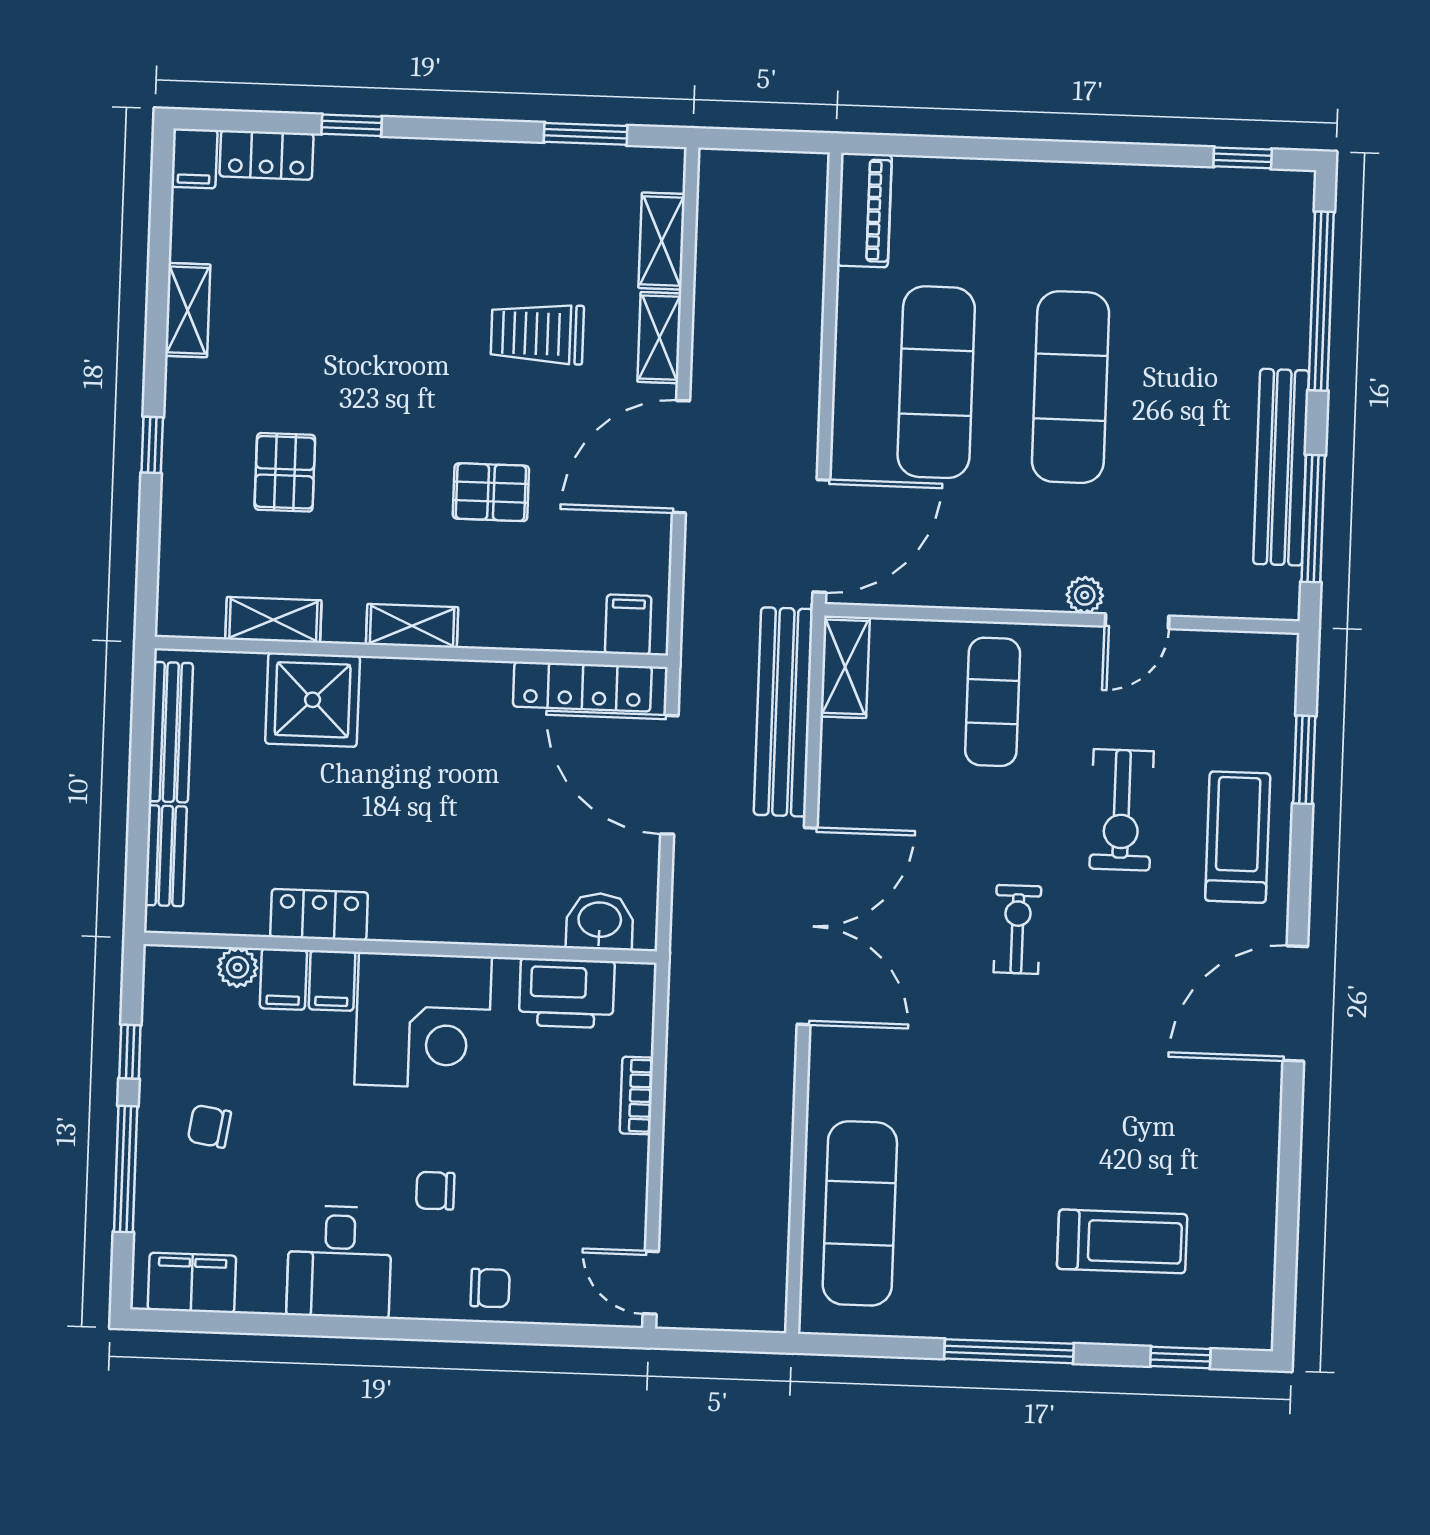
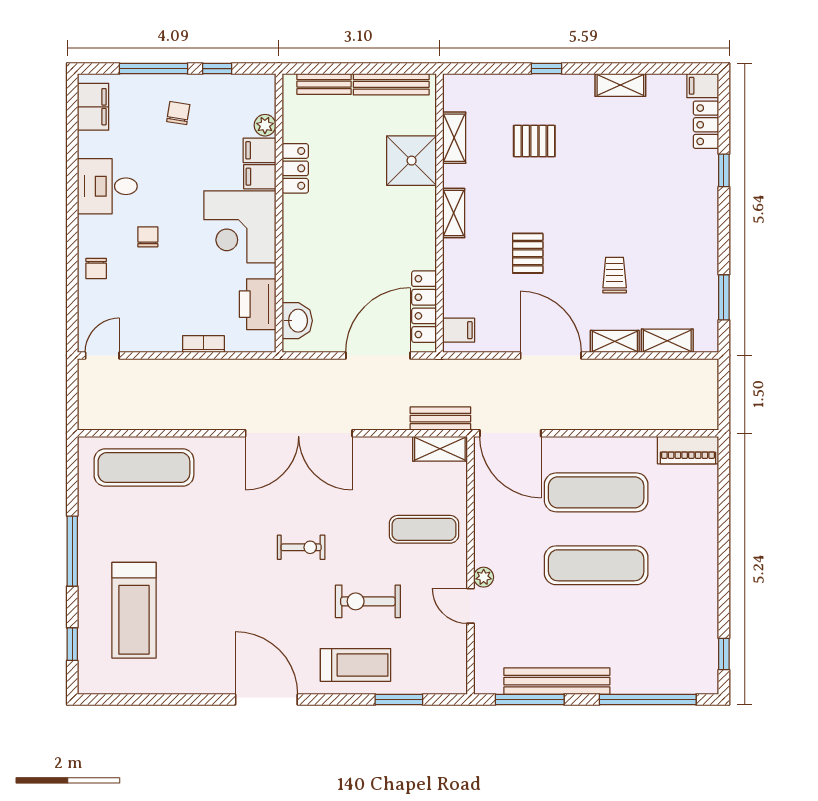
trolley: (537, 334) -> (615, 275), width x0.73, depth x0.72
bench: (783, 712) -> (440, 419), width x0.54, depth x0.82
treadmill: (1122, 1241) -> (134, 610), width x1.37, depth x1.38

